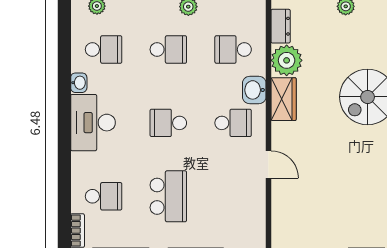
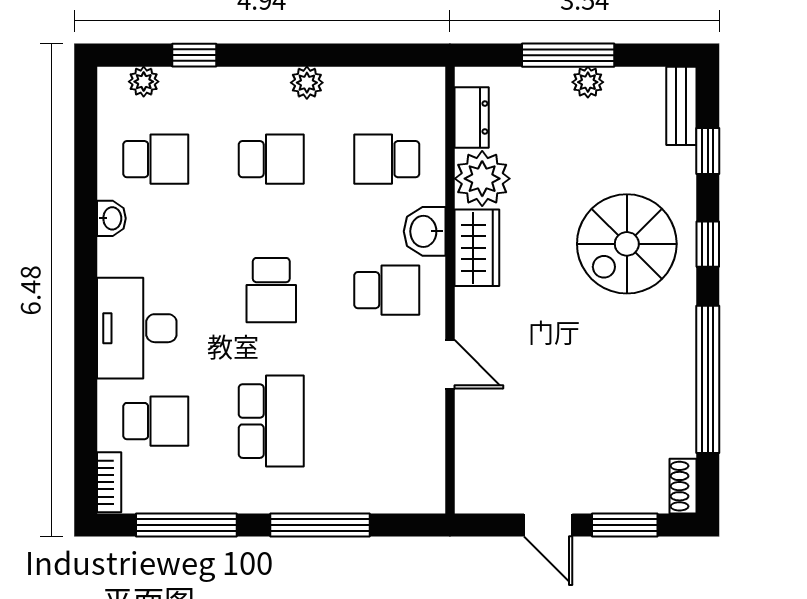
desk: (93, 123) -> (137, 328), moved
school desk: (168, 123) -> (271, 290), turned -90

